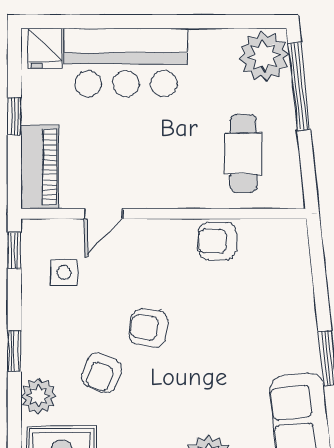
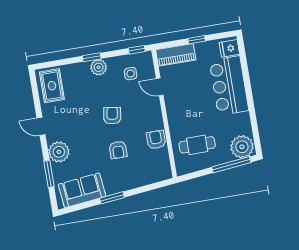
armchair: (102, 373) -> (118, 150), moved, turned -111
plant: (39, 396) -> (99, 67), moved

